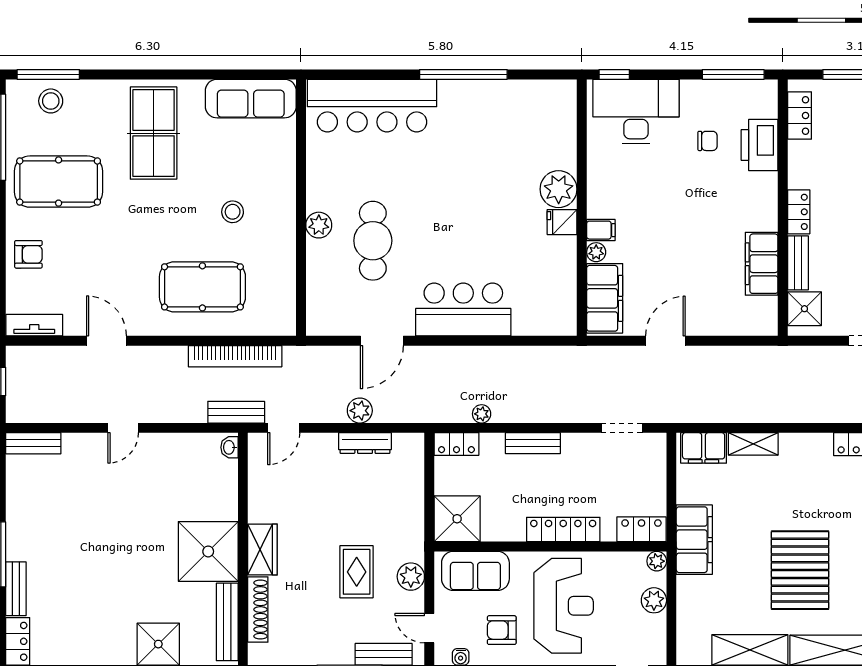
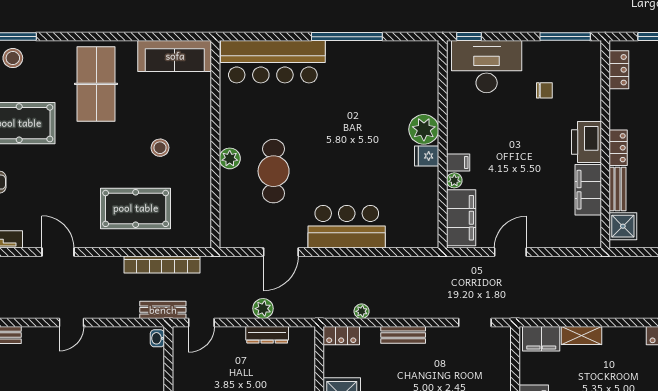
printer: (760, 145) -> (587, 142), moved

